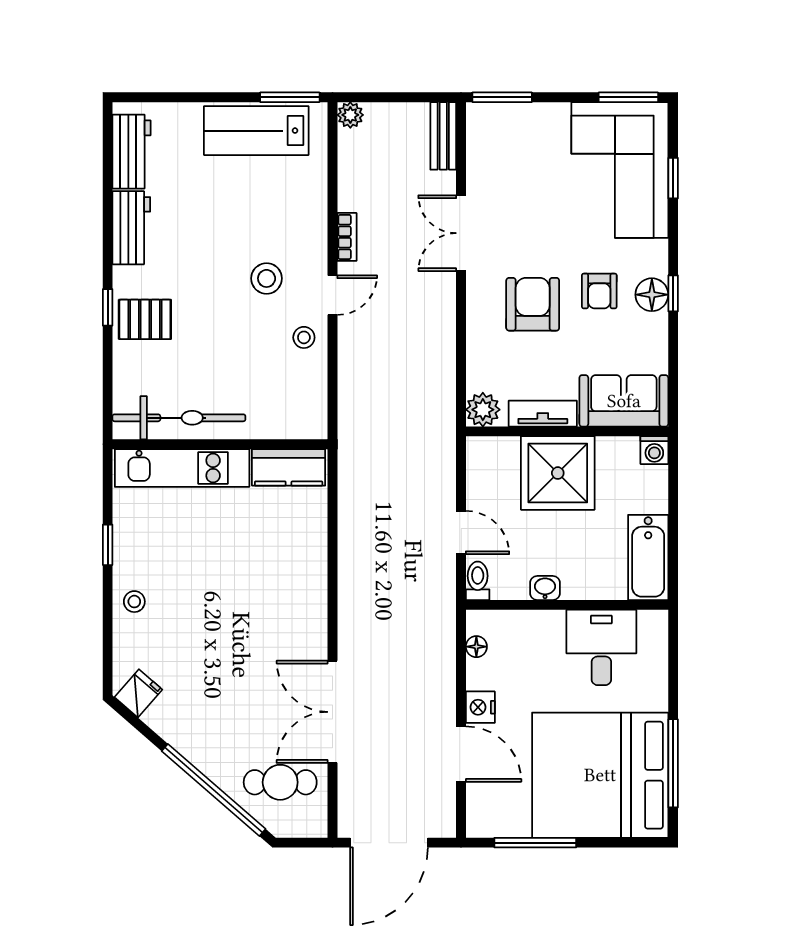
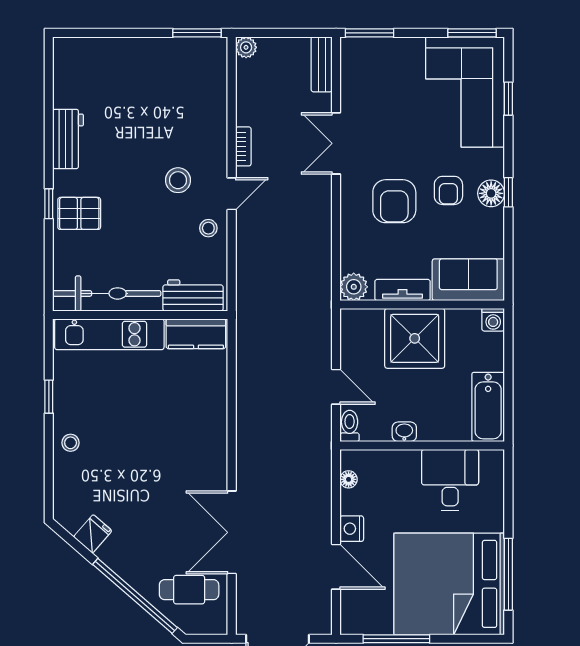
lab bench: (256, 131) -> (170, 60), removed
workbench: (132, 152) -> (193, 295), moved, turned -90
armchair: (533, 304) -> (394, 201), turned 180
fridge: (138, 693) -> (93, 534), moved

